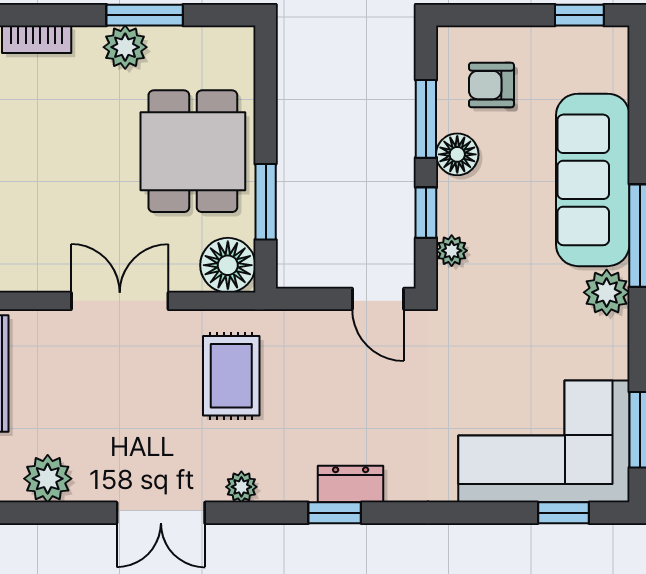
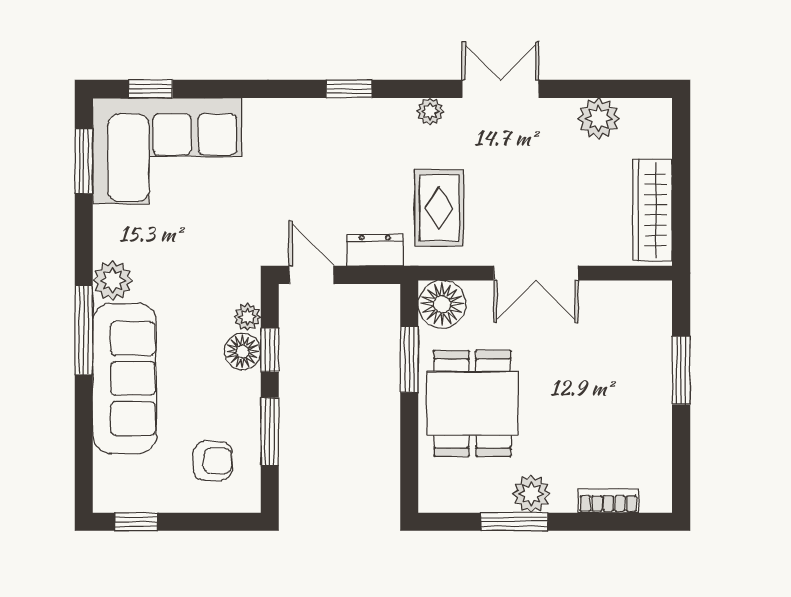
floor lamp: (457, 154) -> (243, 351), moved
dresser: (351, 484) -> (375, 250), moved, turned 180

